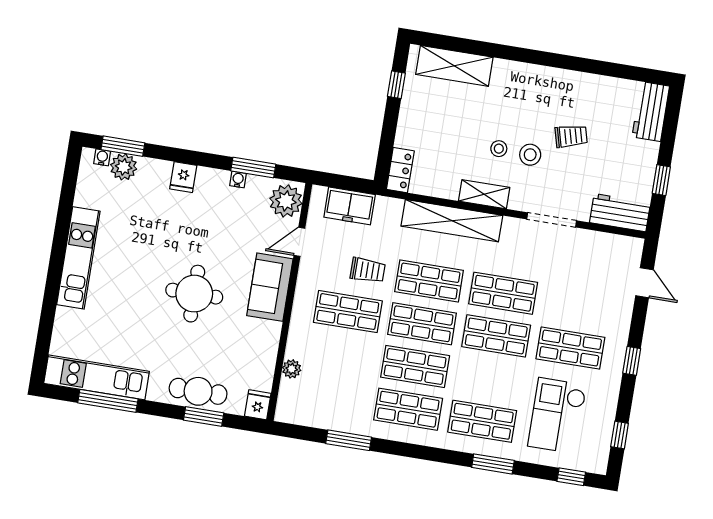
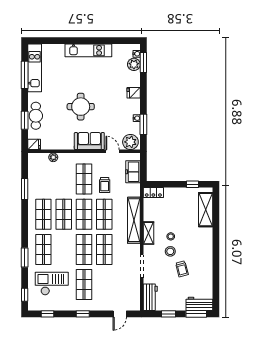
window: (671, 122) -> (196, 314), added

